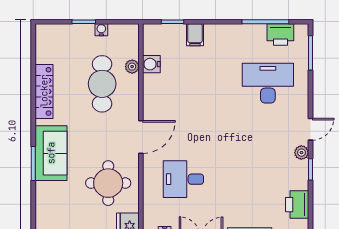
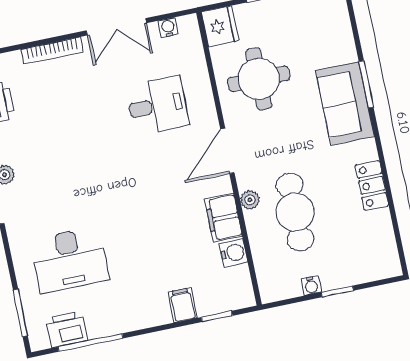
plant: (132, 67) -> (250, 200), moved
filing cabinet: (153, 90) -> (223, 218), added
locker: (44, 91) -> (372, 185), width x0.66

